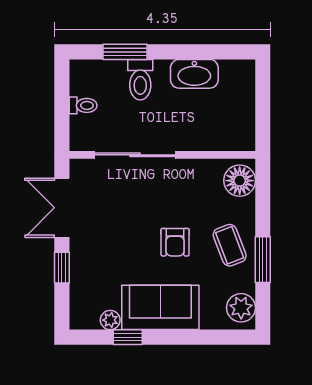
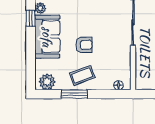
floor lamp: (240, 181) -> (119, 85), width x0.53, depth x0.53
armchair: (175, 242) -> (84, 45), turned 180

